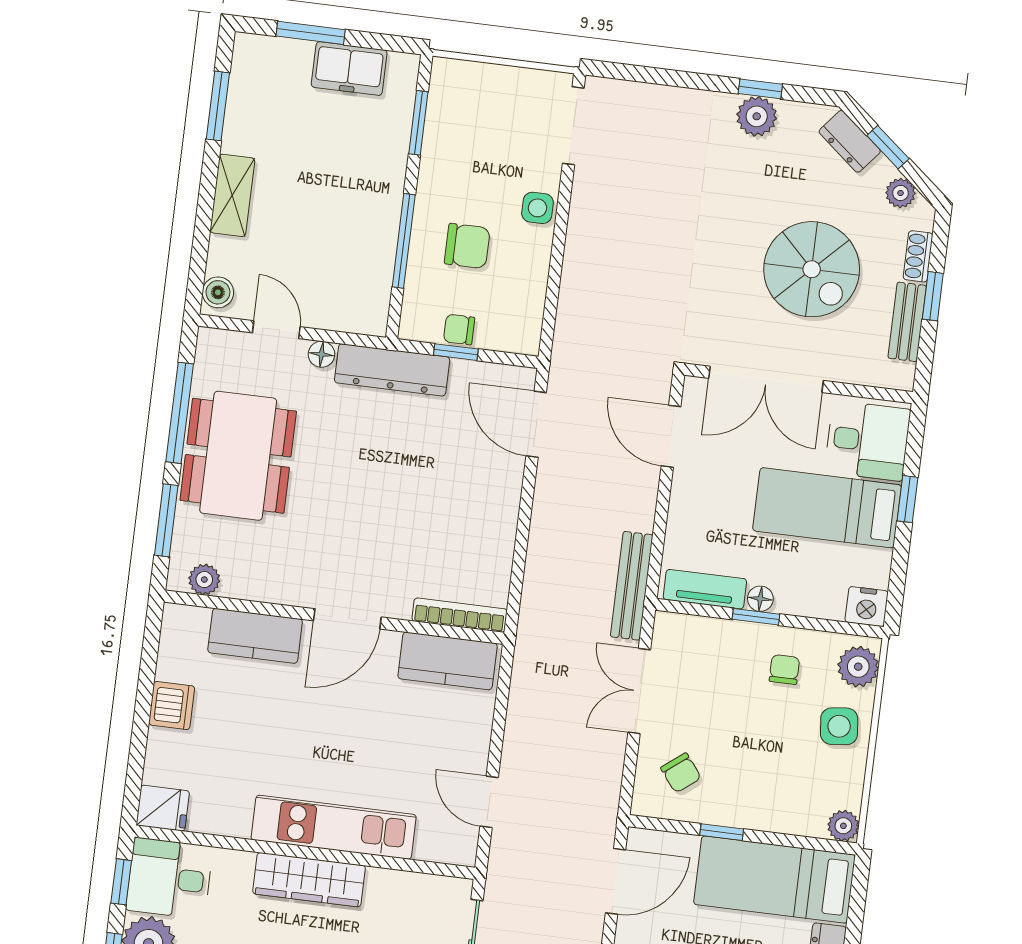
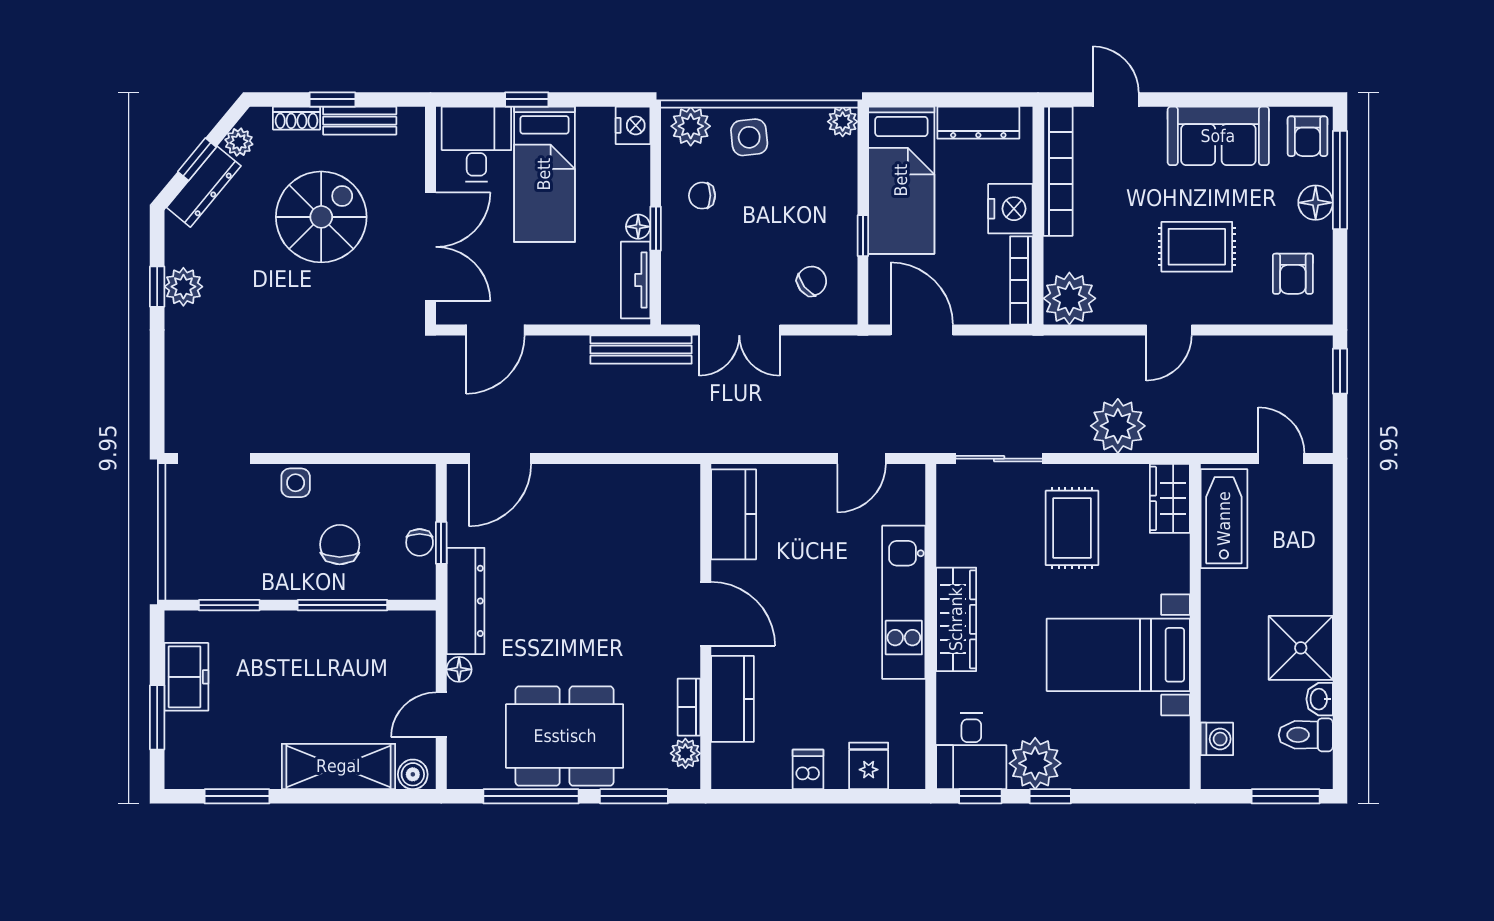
dresser: (850, 141) -> (204, 187), width x1.44
shelving: (232, 195) -> (338, 766), width x1.50, depth x1.33
bookcase: (460, 615) -> (689, 707), moved, width x0.64
dishwasher: (172, 705) -> (808, 769), width x0.73
fridge: (163, 808) -> (869, 766), moved

